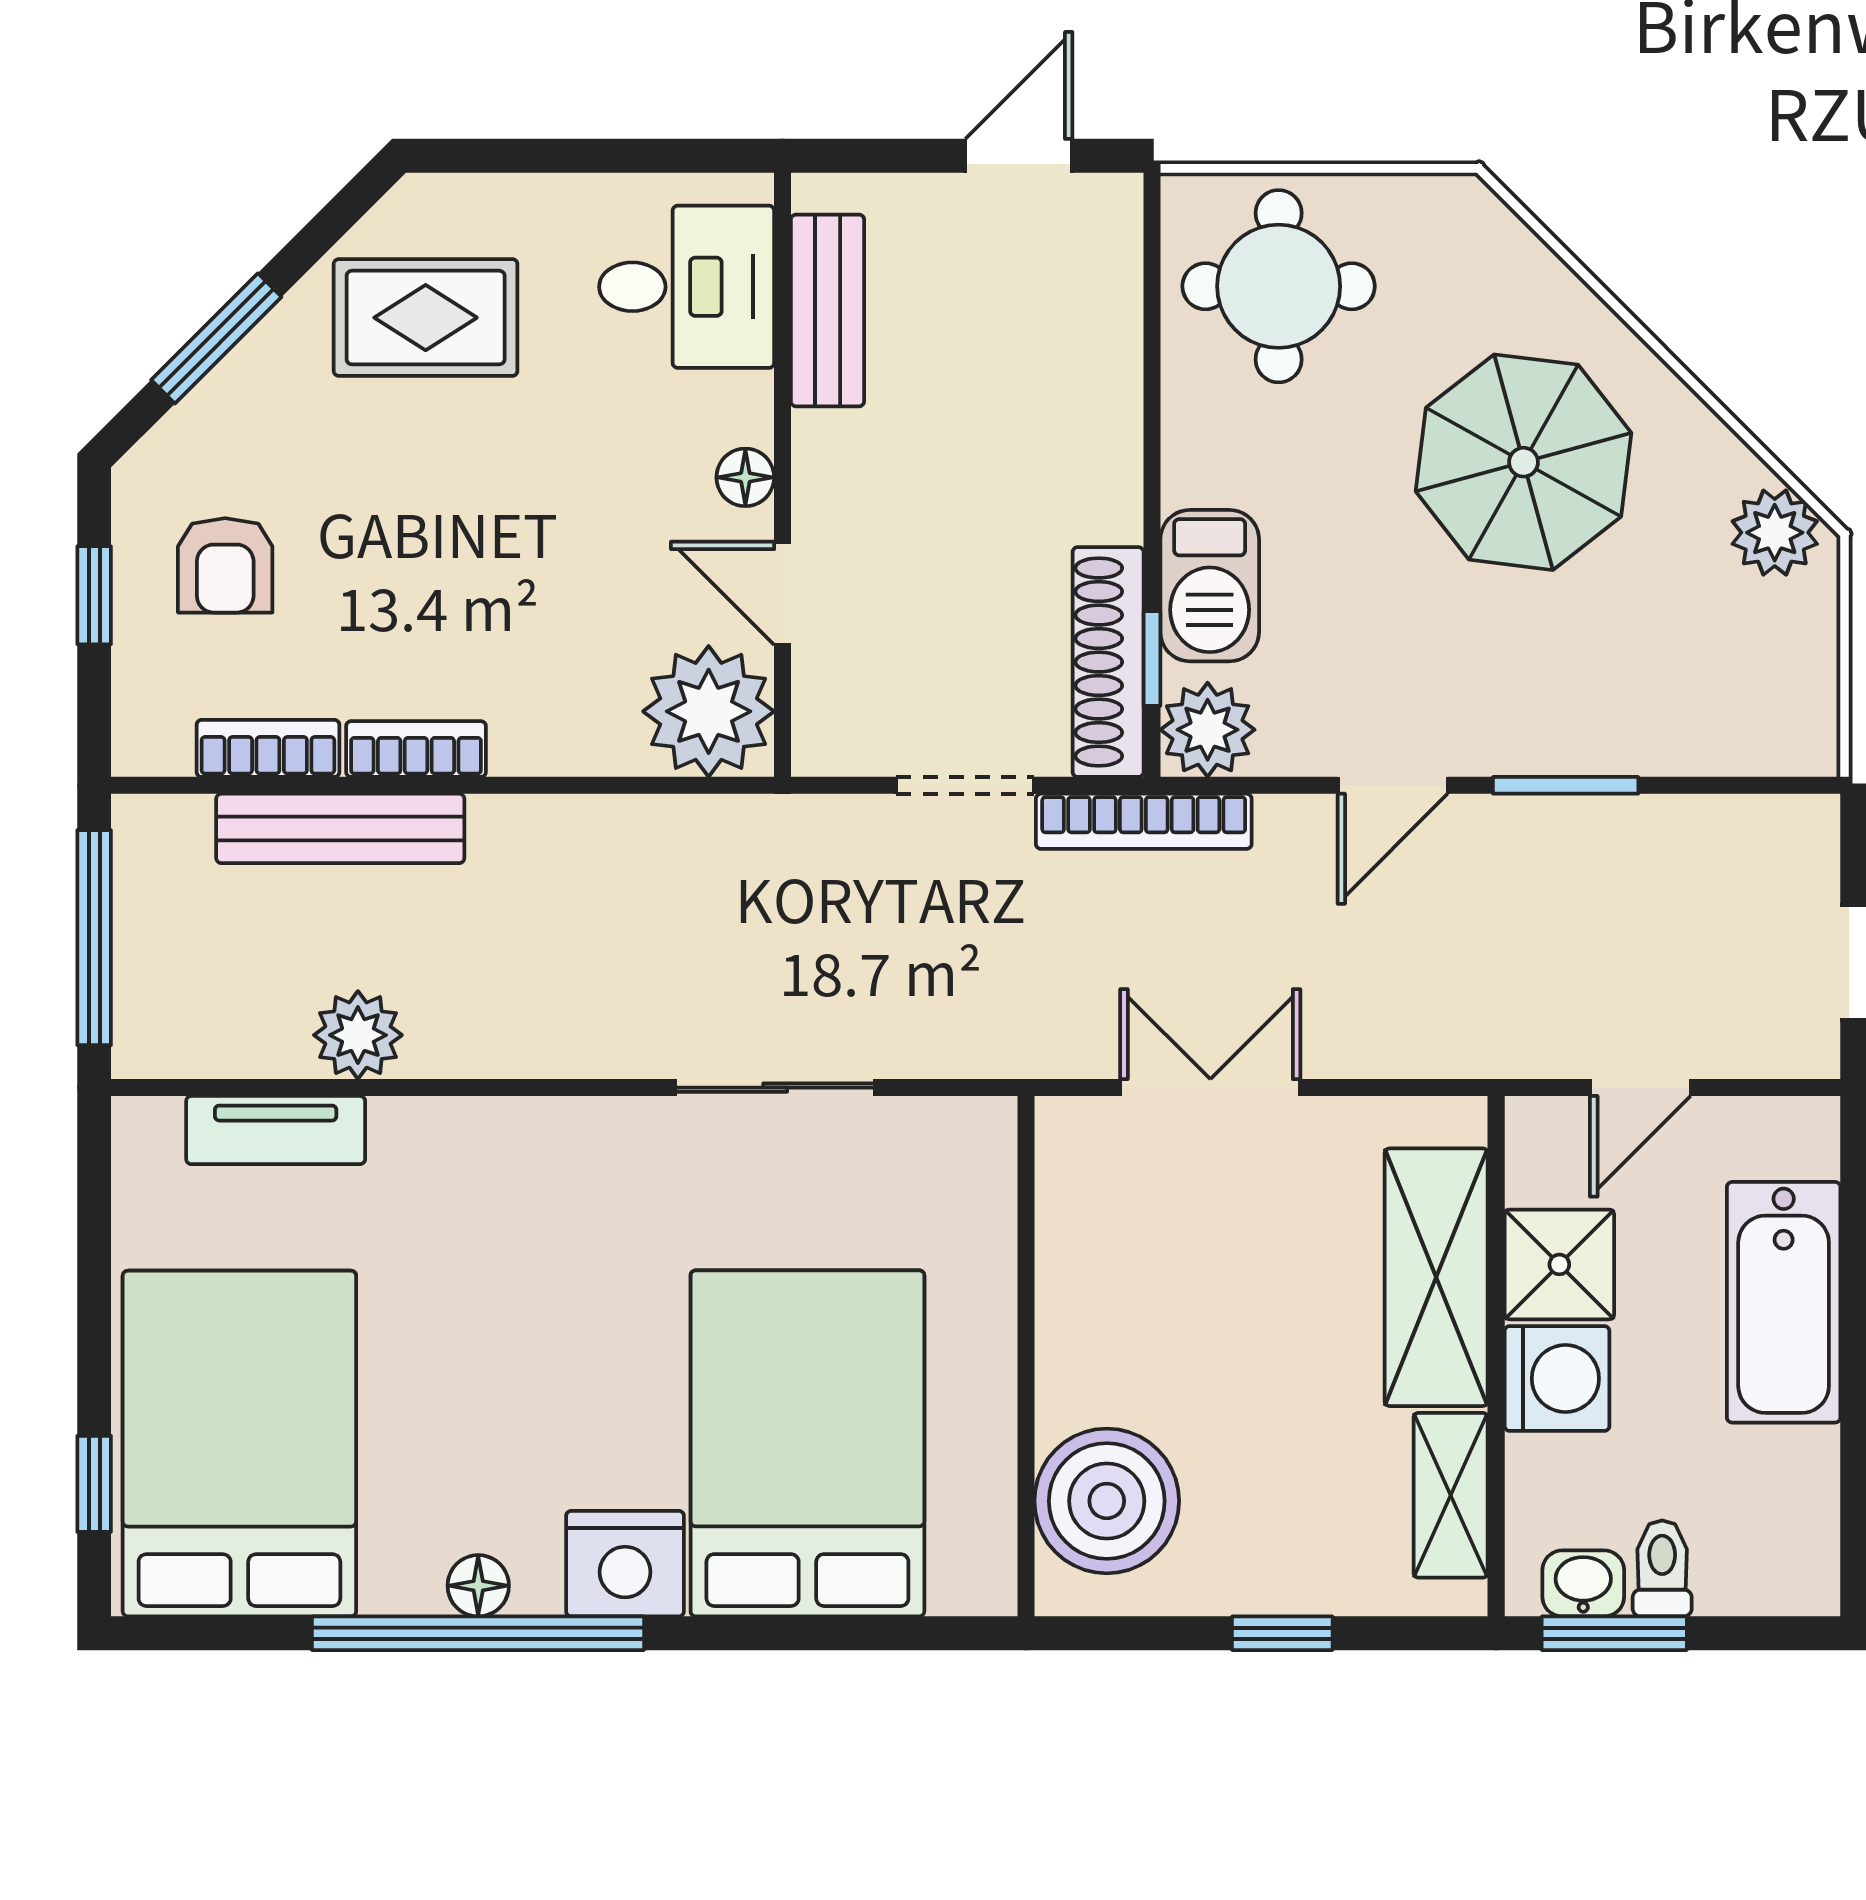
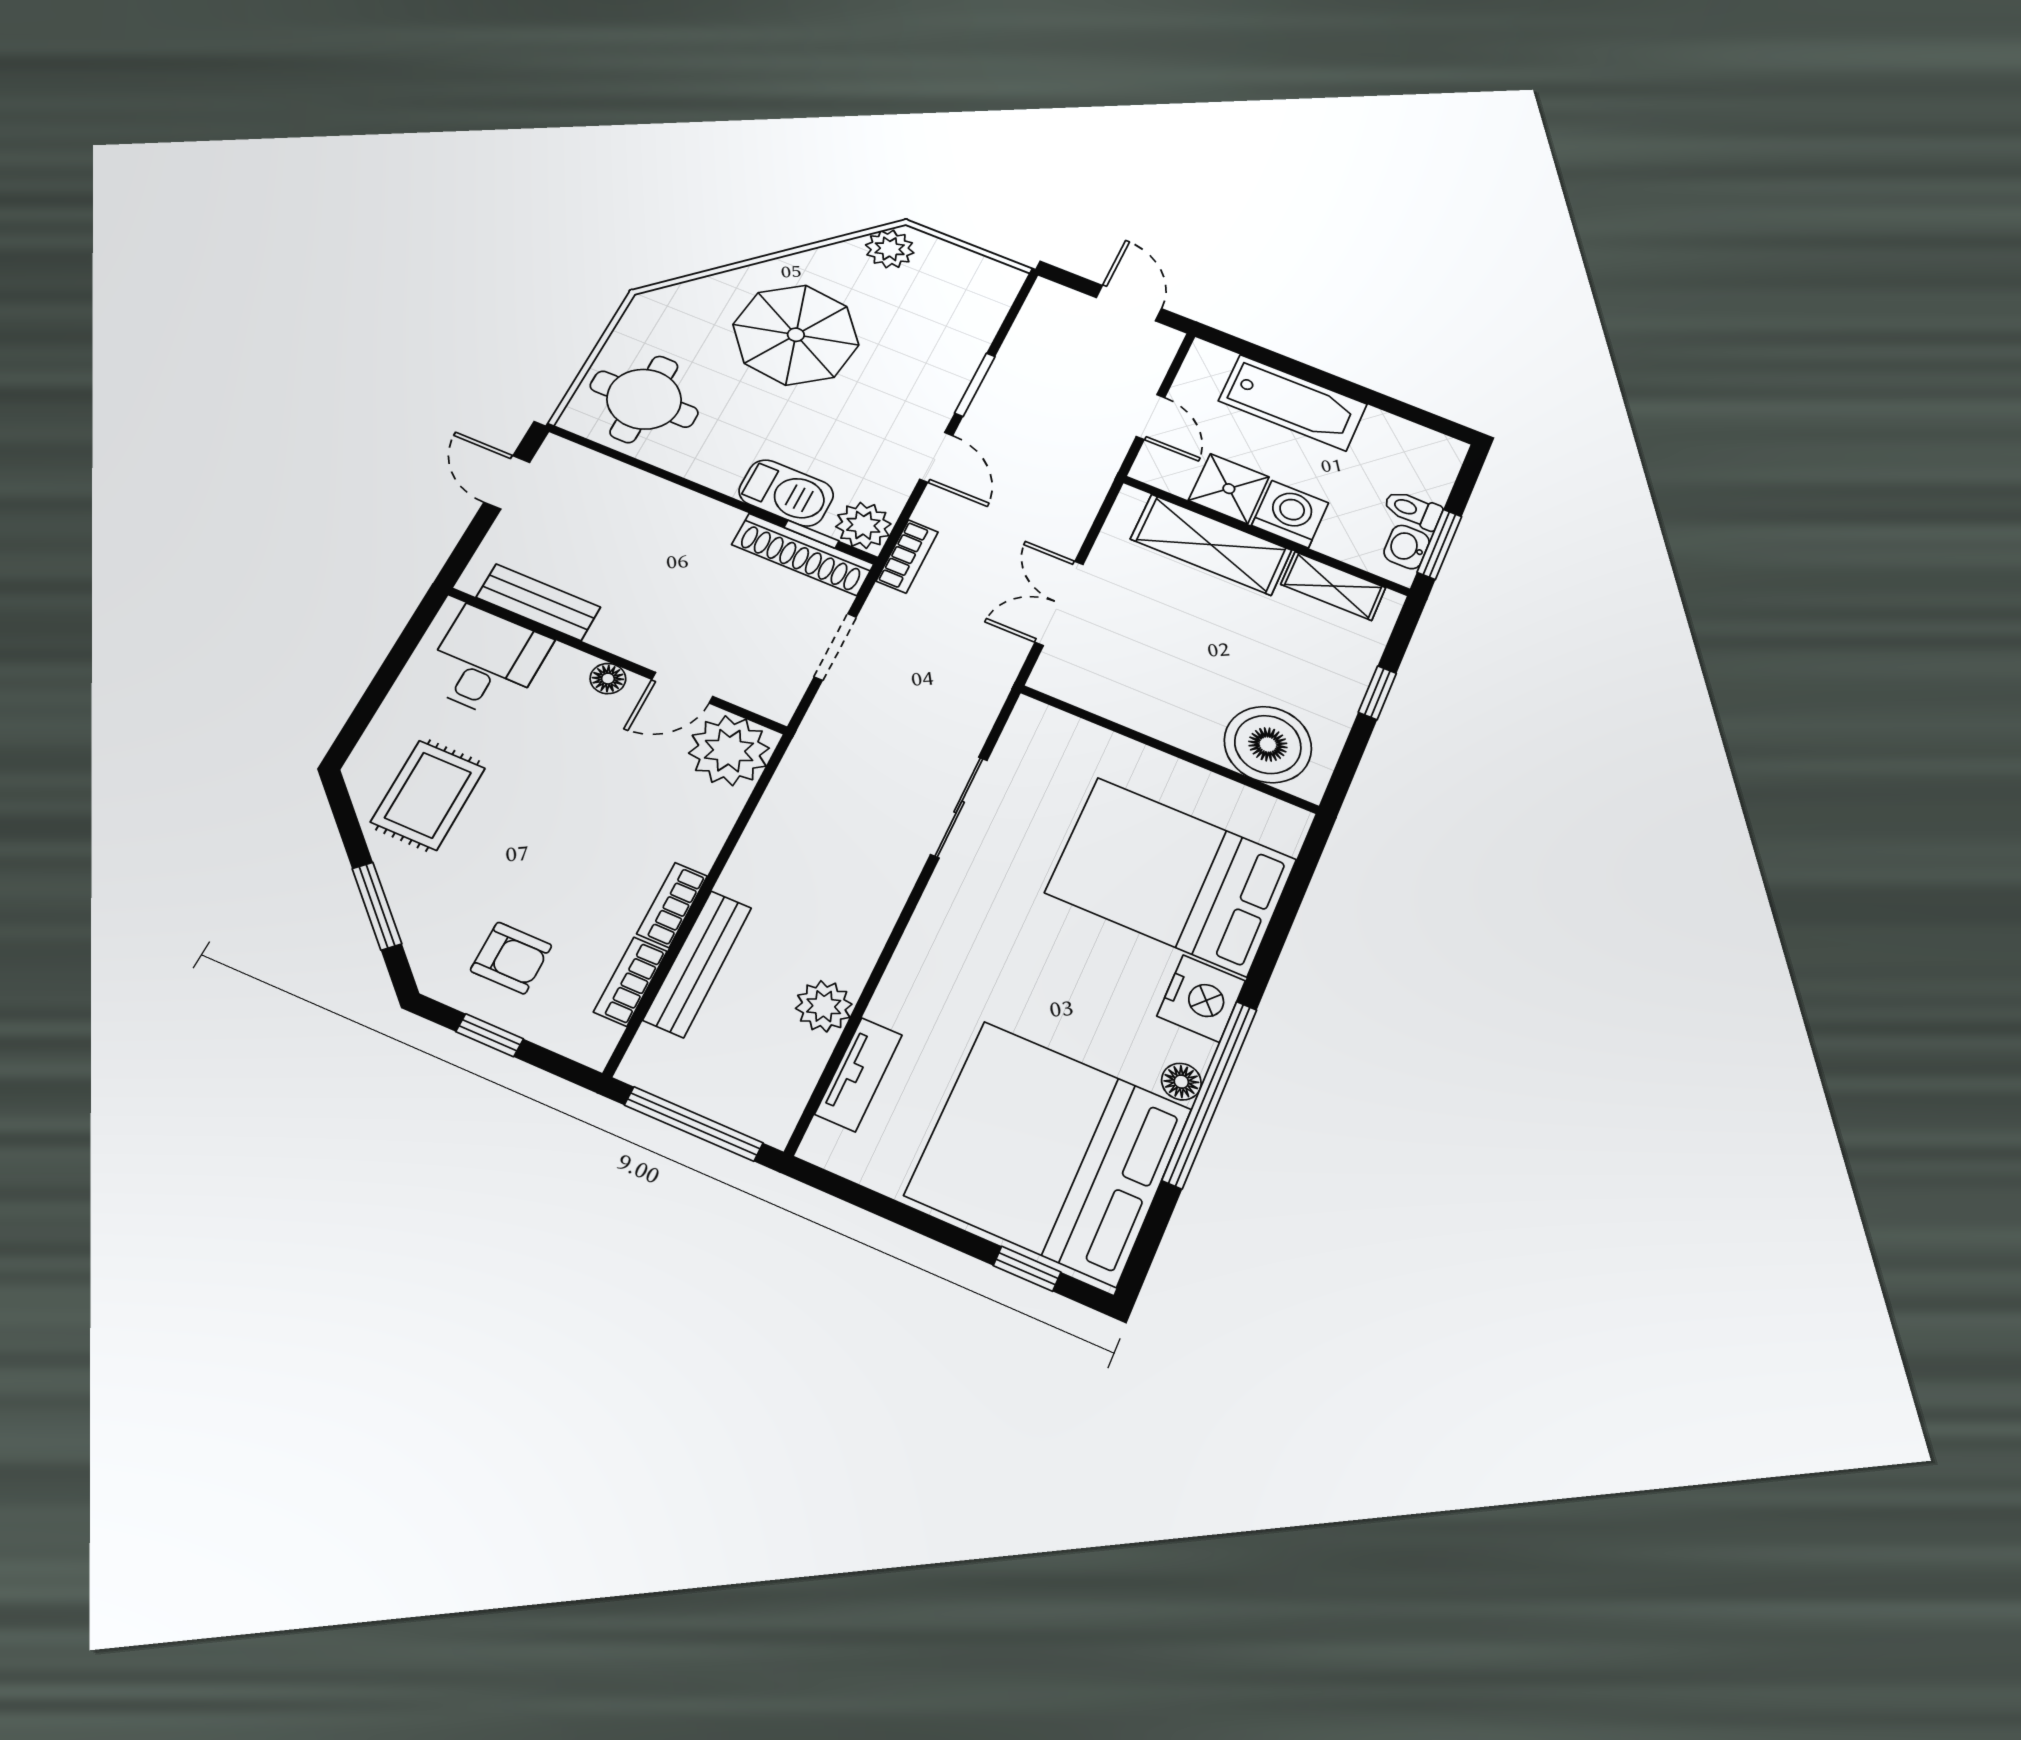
bookcase: (1144, 821) -> (907, 556), width x0.64
bed: (239, 1444) -> (1049, 1152), width x1.36

